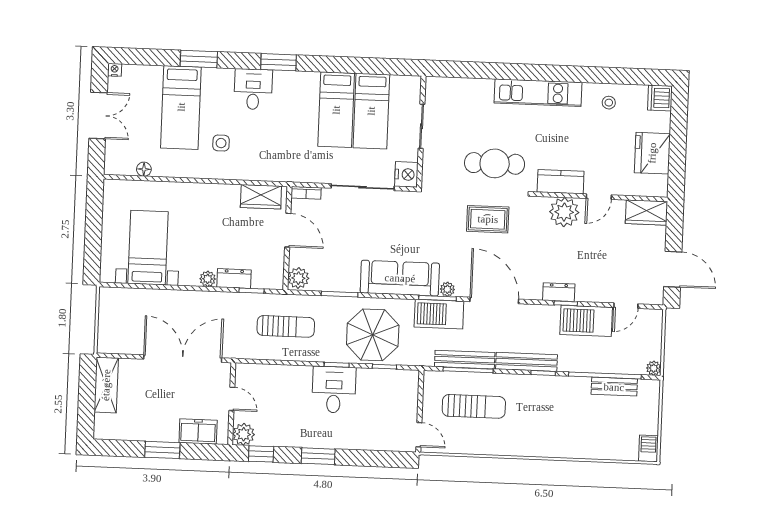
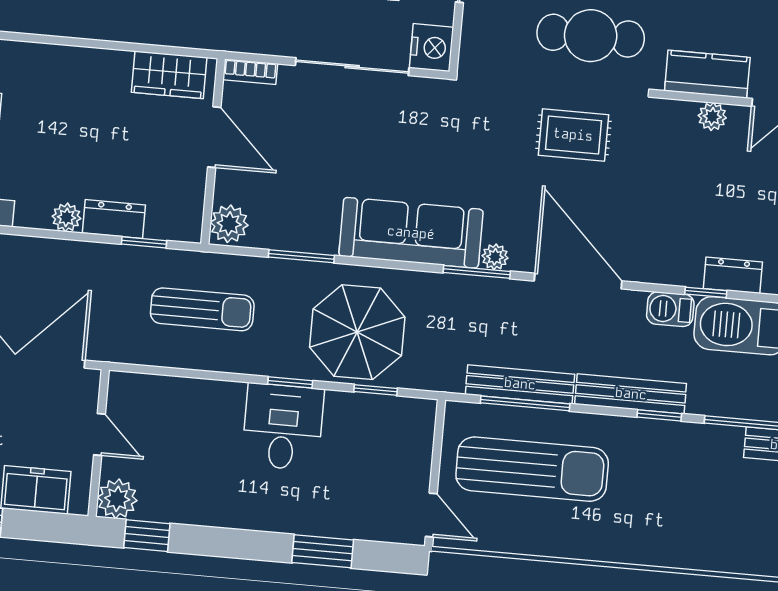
plant: (564, 212) -> (712, 117), width x0.53, depth x0.53
dresser: (559, 292) -> (733, 275), moved
barbecue: (439, 314) -> (670, 309), moved, width x0.53, depth x0.65
sun lounger: (474, 406) -> (532, 469), width x1.36, depth x1.34
window: (318, 456) -> (323, 551), moved

